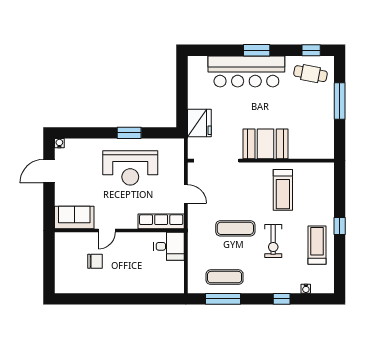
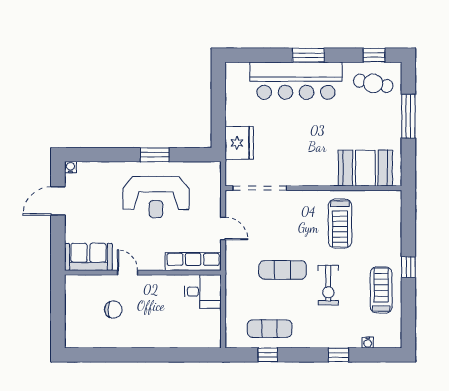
booth: (266, 144) -> (365, 168), moved
door: (107, 231) -> (128, 273), swing flipped
window: (223, 299) -> (268, 355), width x0.46

